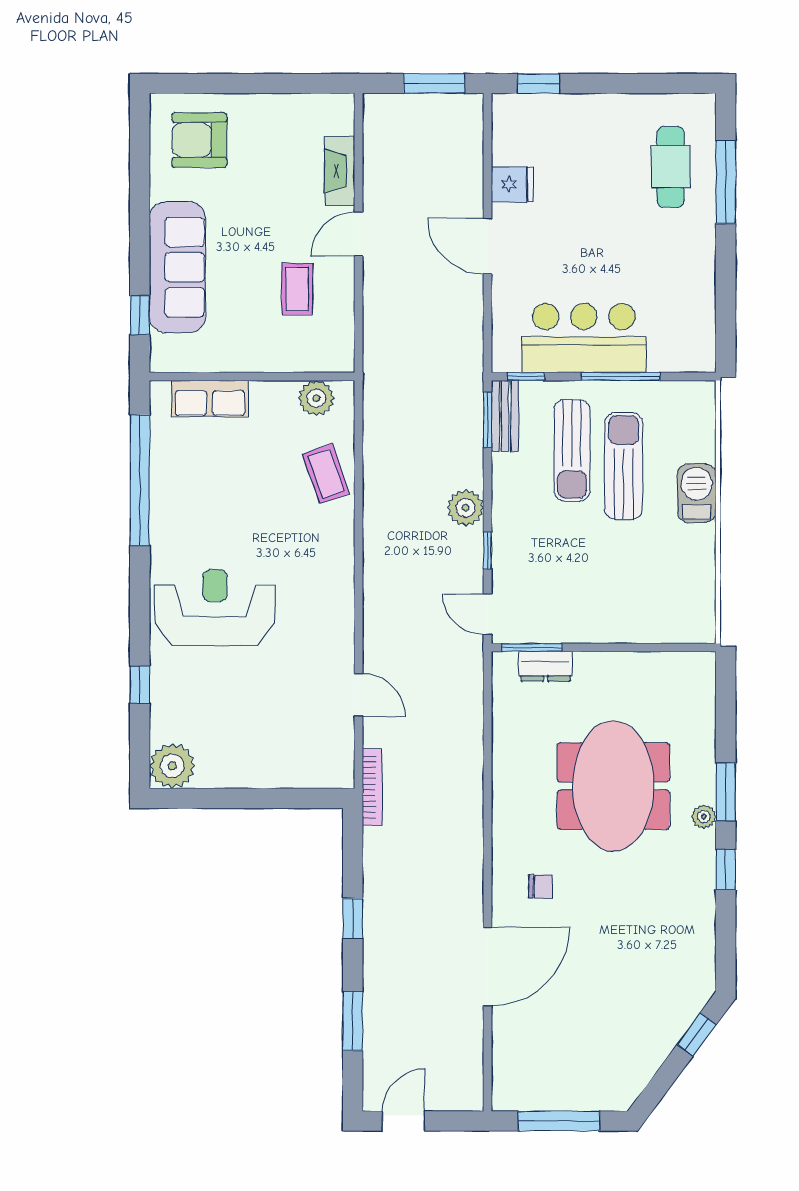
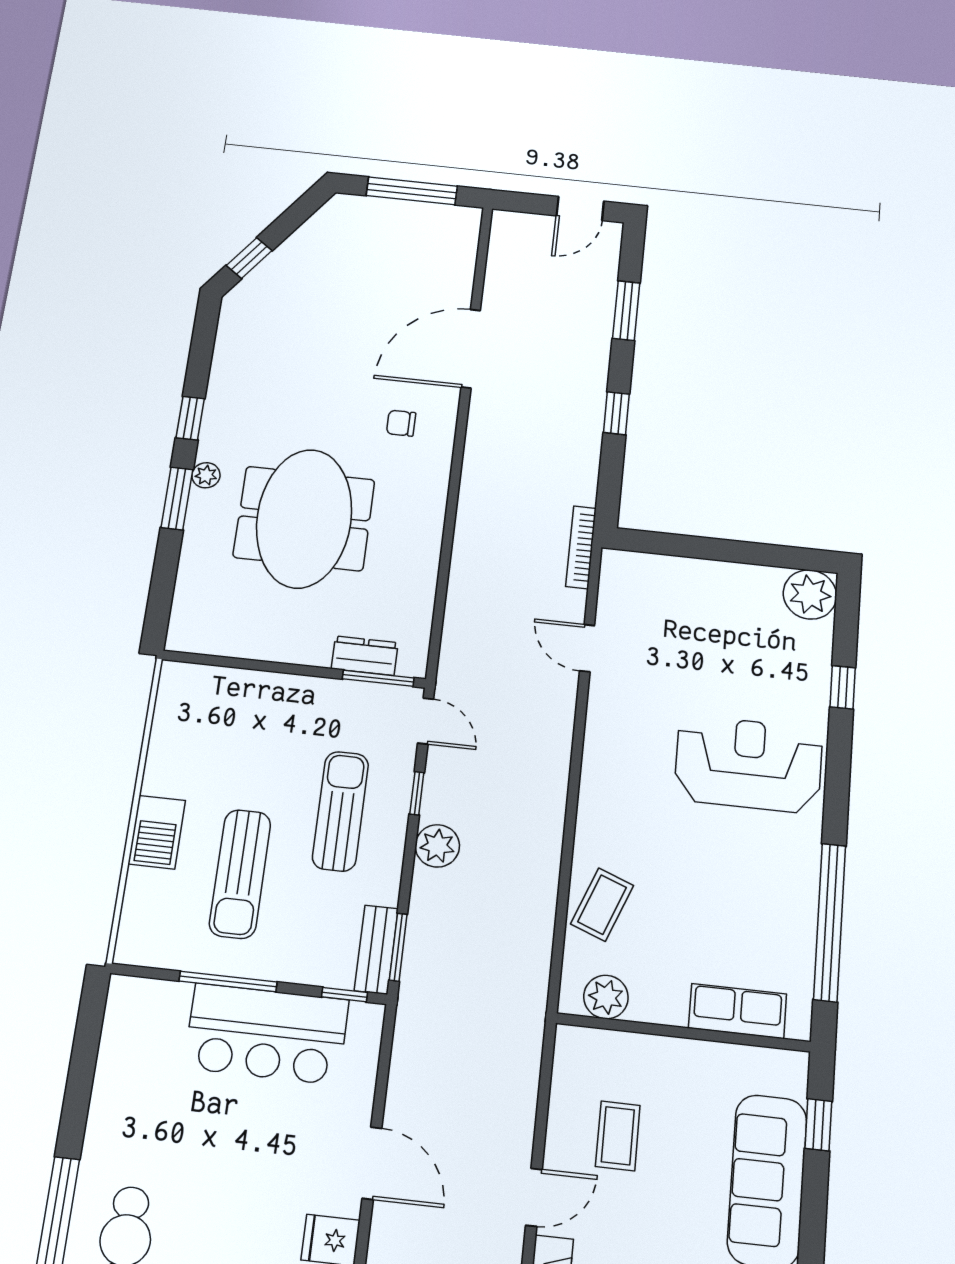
sun lounger: (572, 450) -> (340, 811), moved
coffee table: (326, 474) -> (602, 905), turned 40
reception desk: (215, 608) -> (748, 764), turned 180

